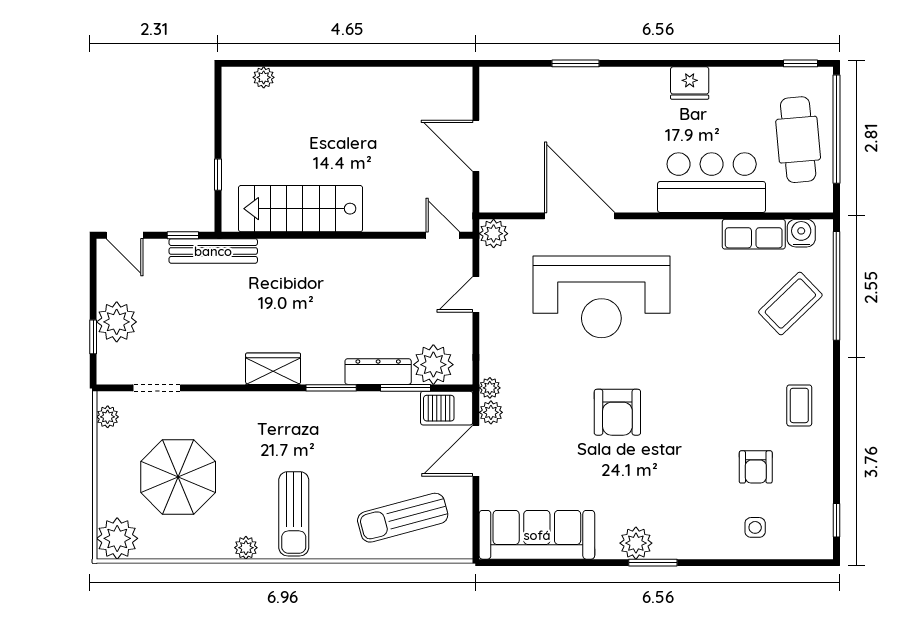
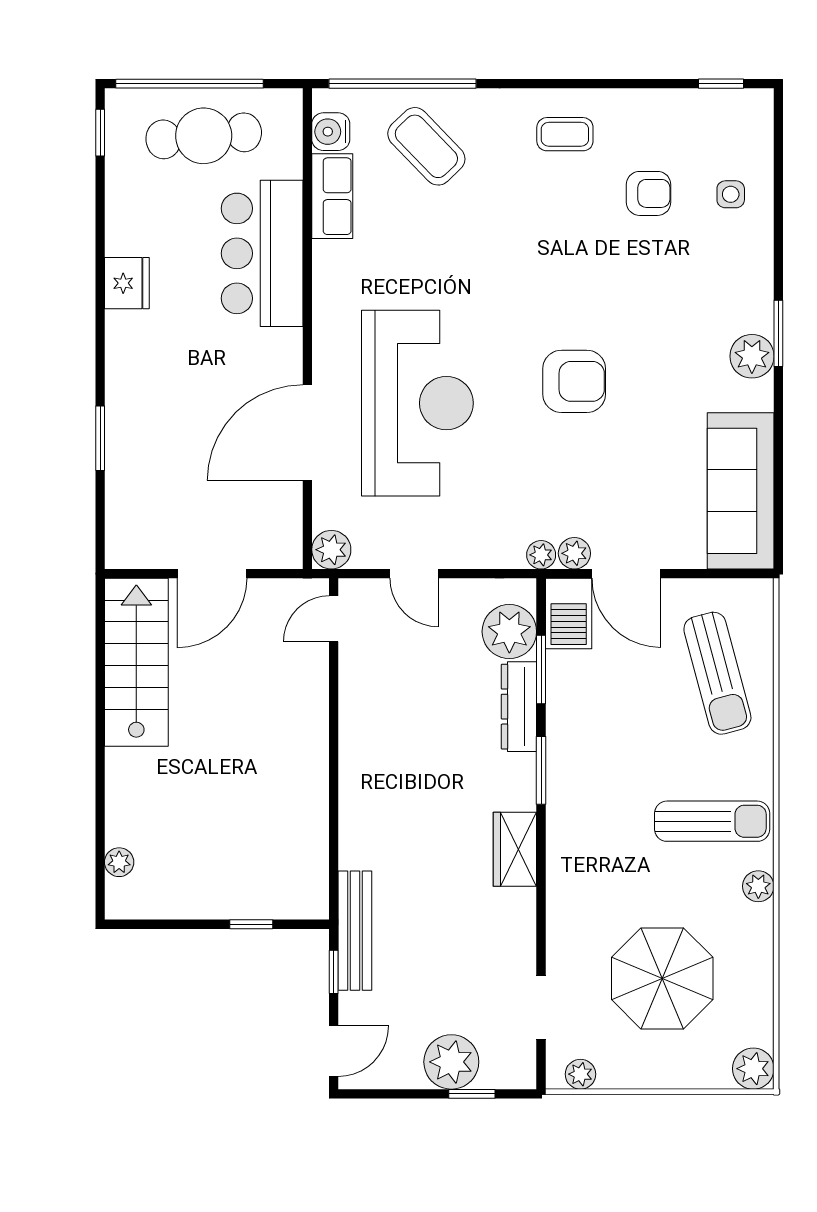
stairs: (301, 209) -> (136, 662), moved, turned 180
plant: (117, 538) -> (753, 1069), width x0.73, depth x0.73

